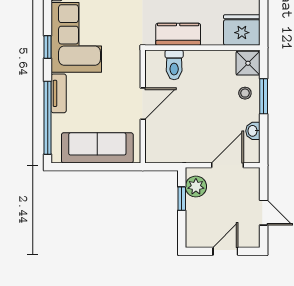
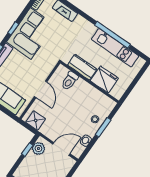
fridge: (242, 30) -> (104, 79), moved
shower: (248, 63) -> (36, 120), moved
door: (143, 104) -> (41, 89), hinge flipped

